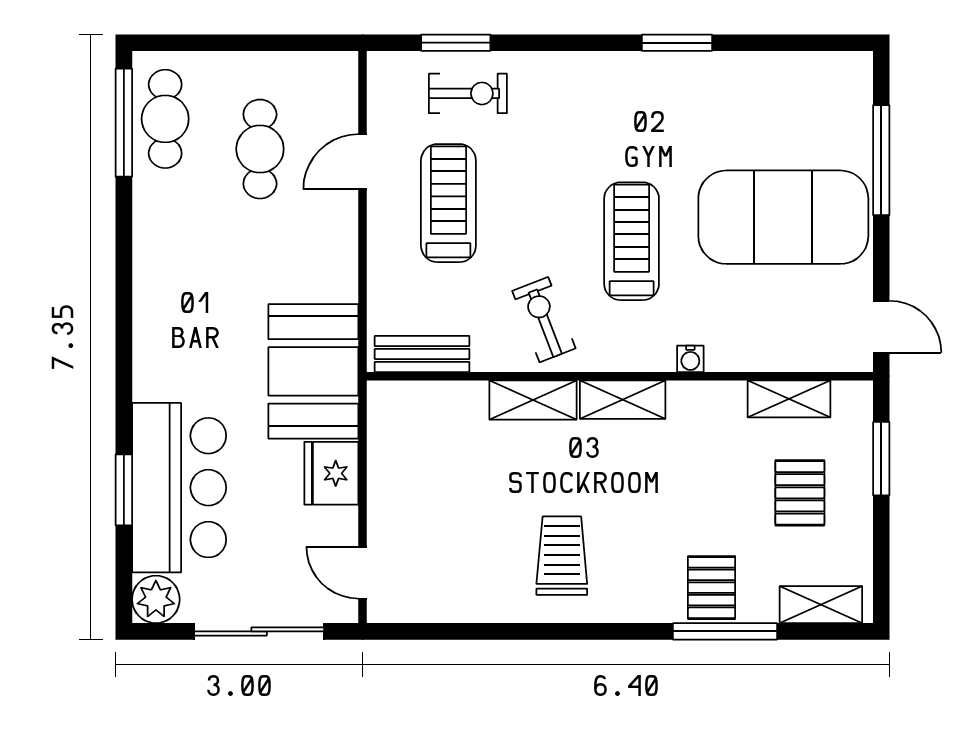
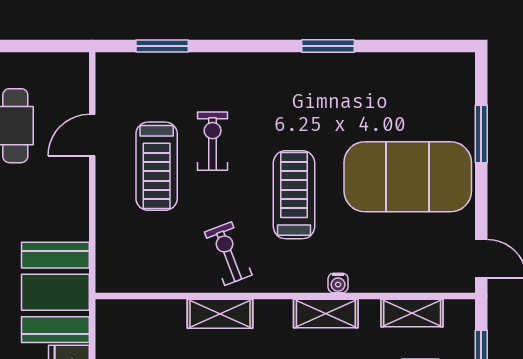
exercise bike: (468, 93) -> (213, 141), moved, turned -90
window: (881, 160) -> (481, 134), width x0.69
treadmill: (448, 203) -> (157, 166), turned 180
bench: (422, 354) -> (137, 279), removed
shelving: (623, 400) -> (326, 314), moved

